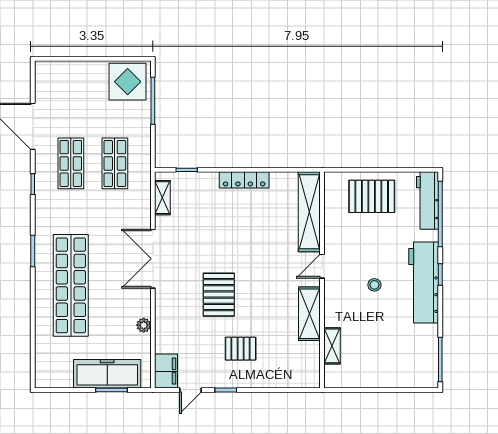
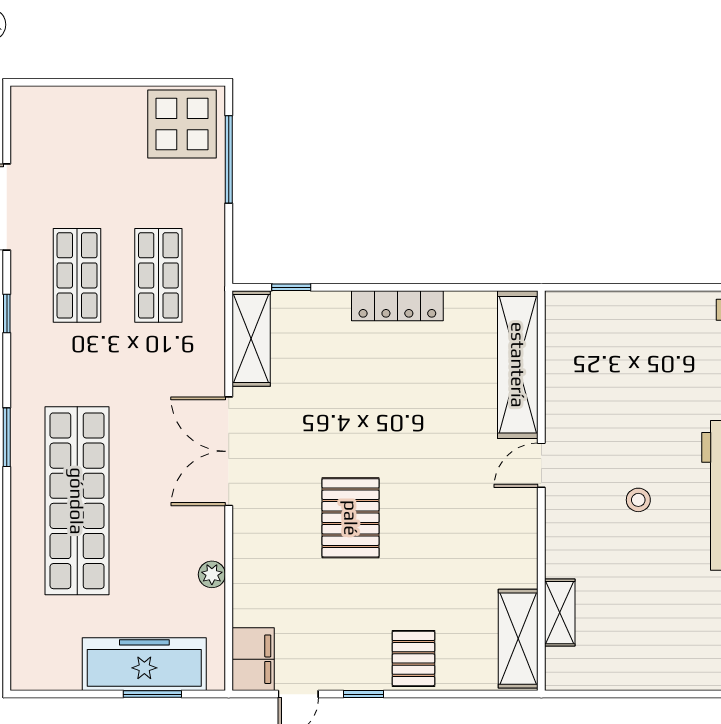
pallet: (372, 196) -> (633, 336), removed
shelving: (162, 198) -> (251, 339), width x1.50, depth x1.33
shelving: (309, 314) -> (518, 639), moved
pallet: (241, 349) -> (413, 658), moved, turned 90

